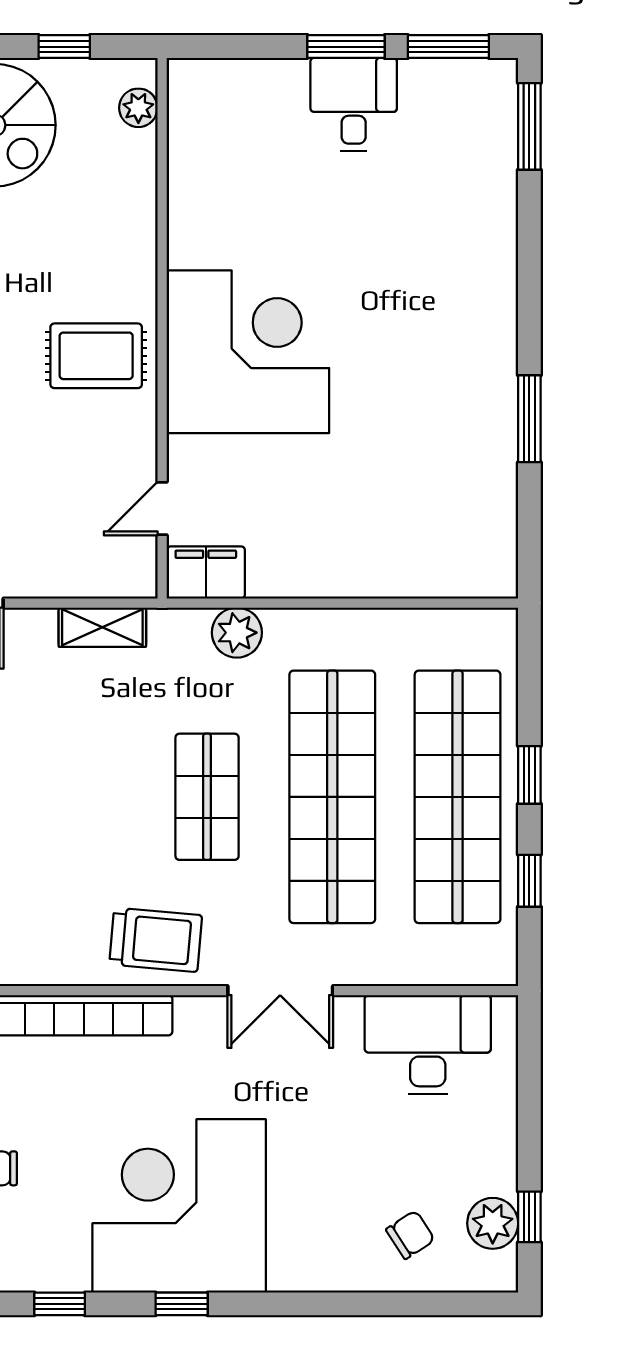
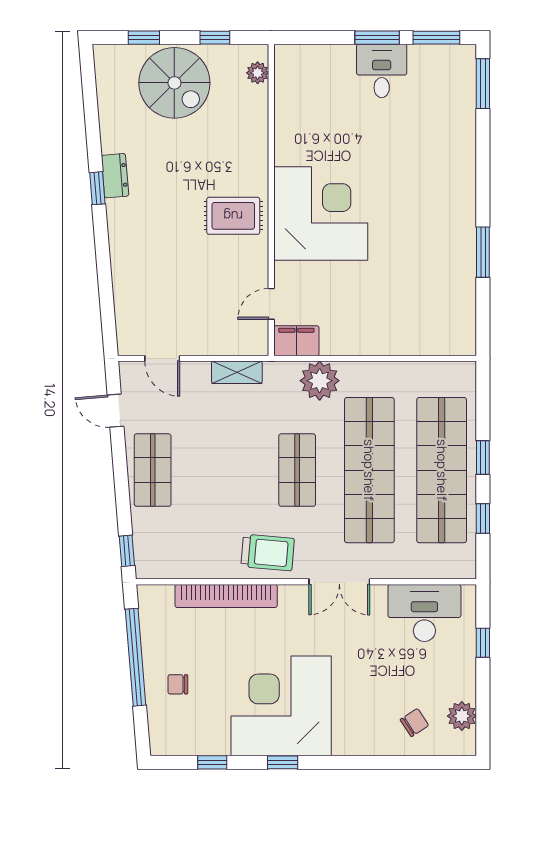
plant: (237, 633) -> (320, 381), width x1.36, depth x1.36
window: (529, 1217) -> (483, 643), moved

